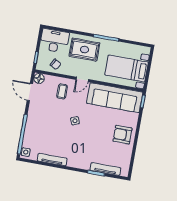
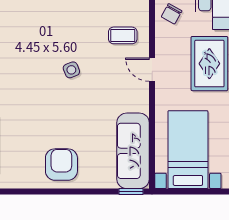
sofa: (115, 98) -> (133, 151), width x0.74, depth x0.79

